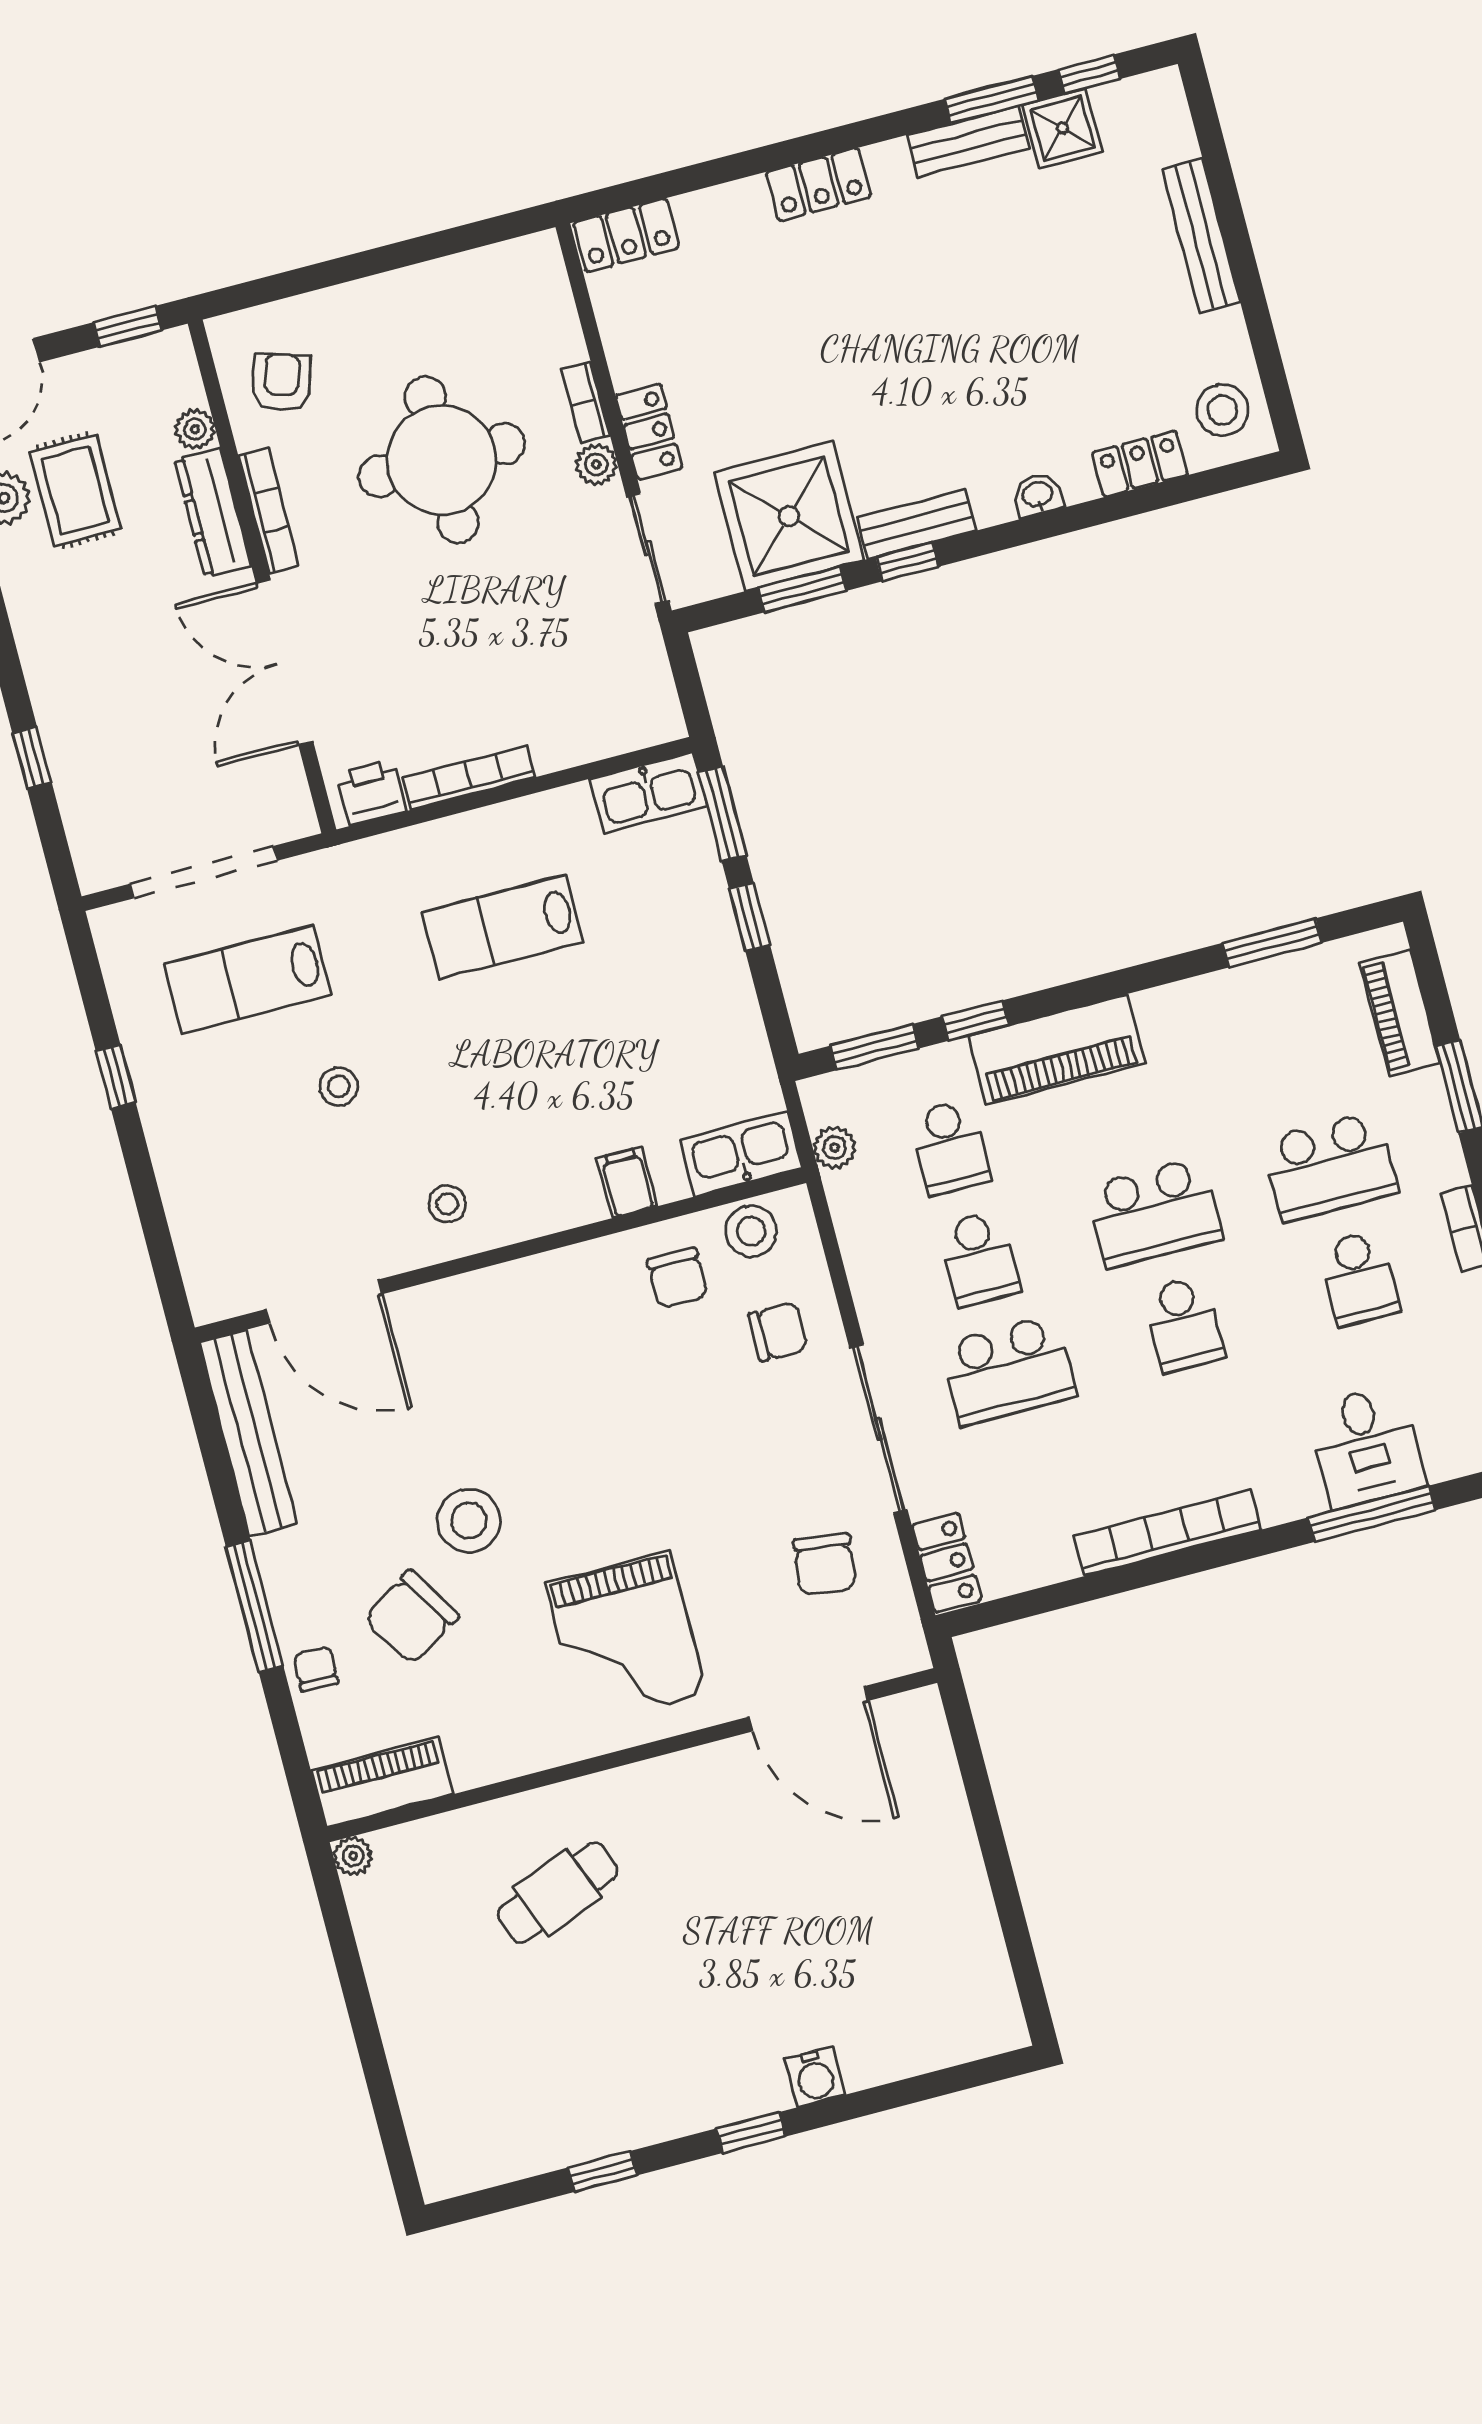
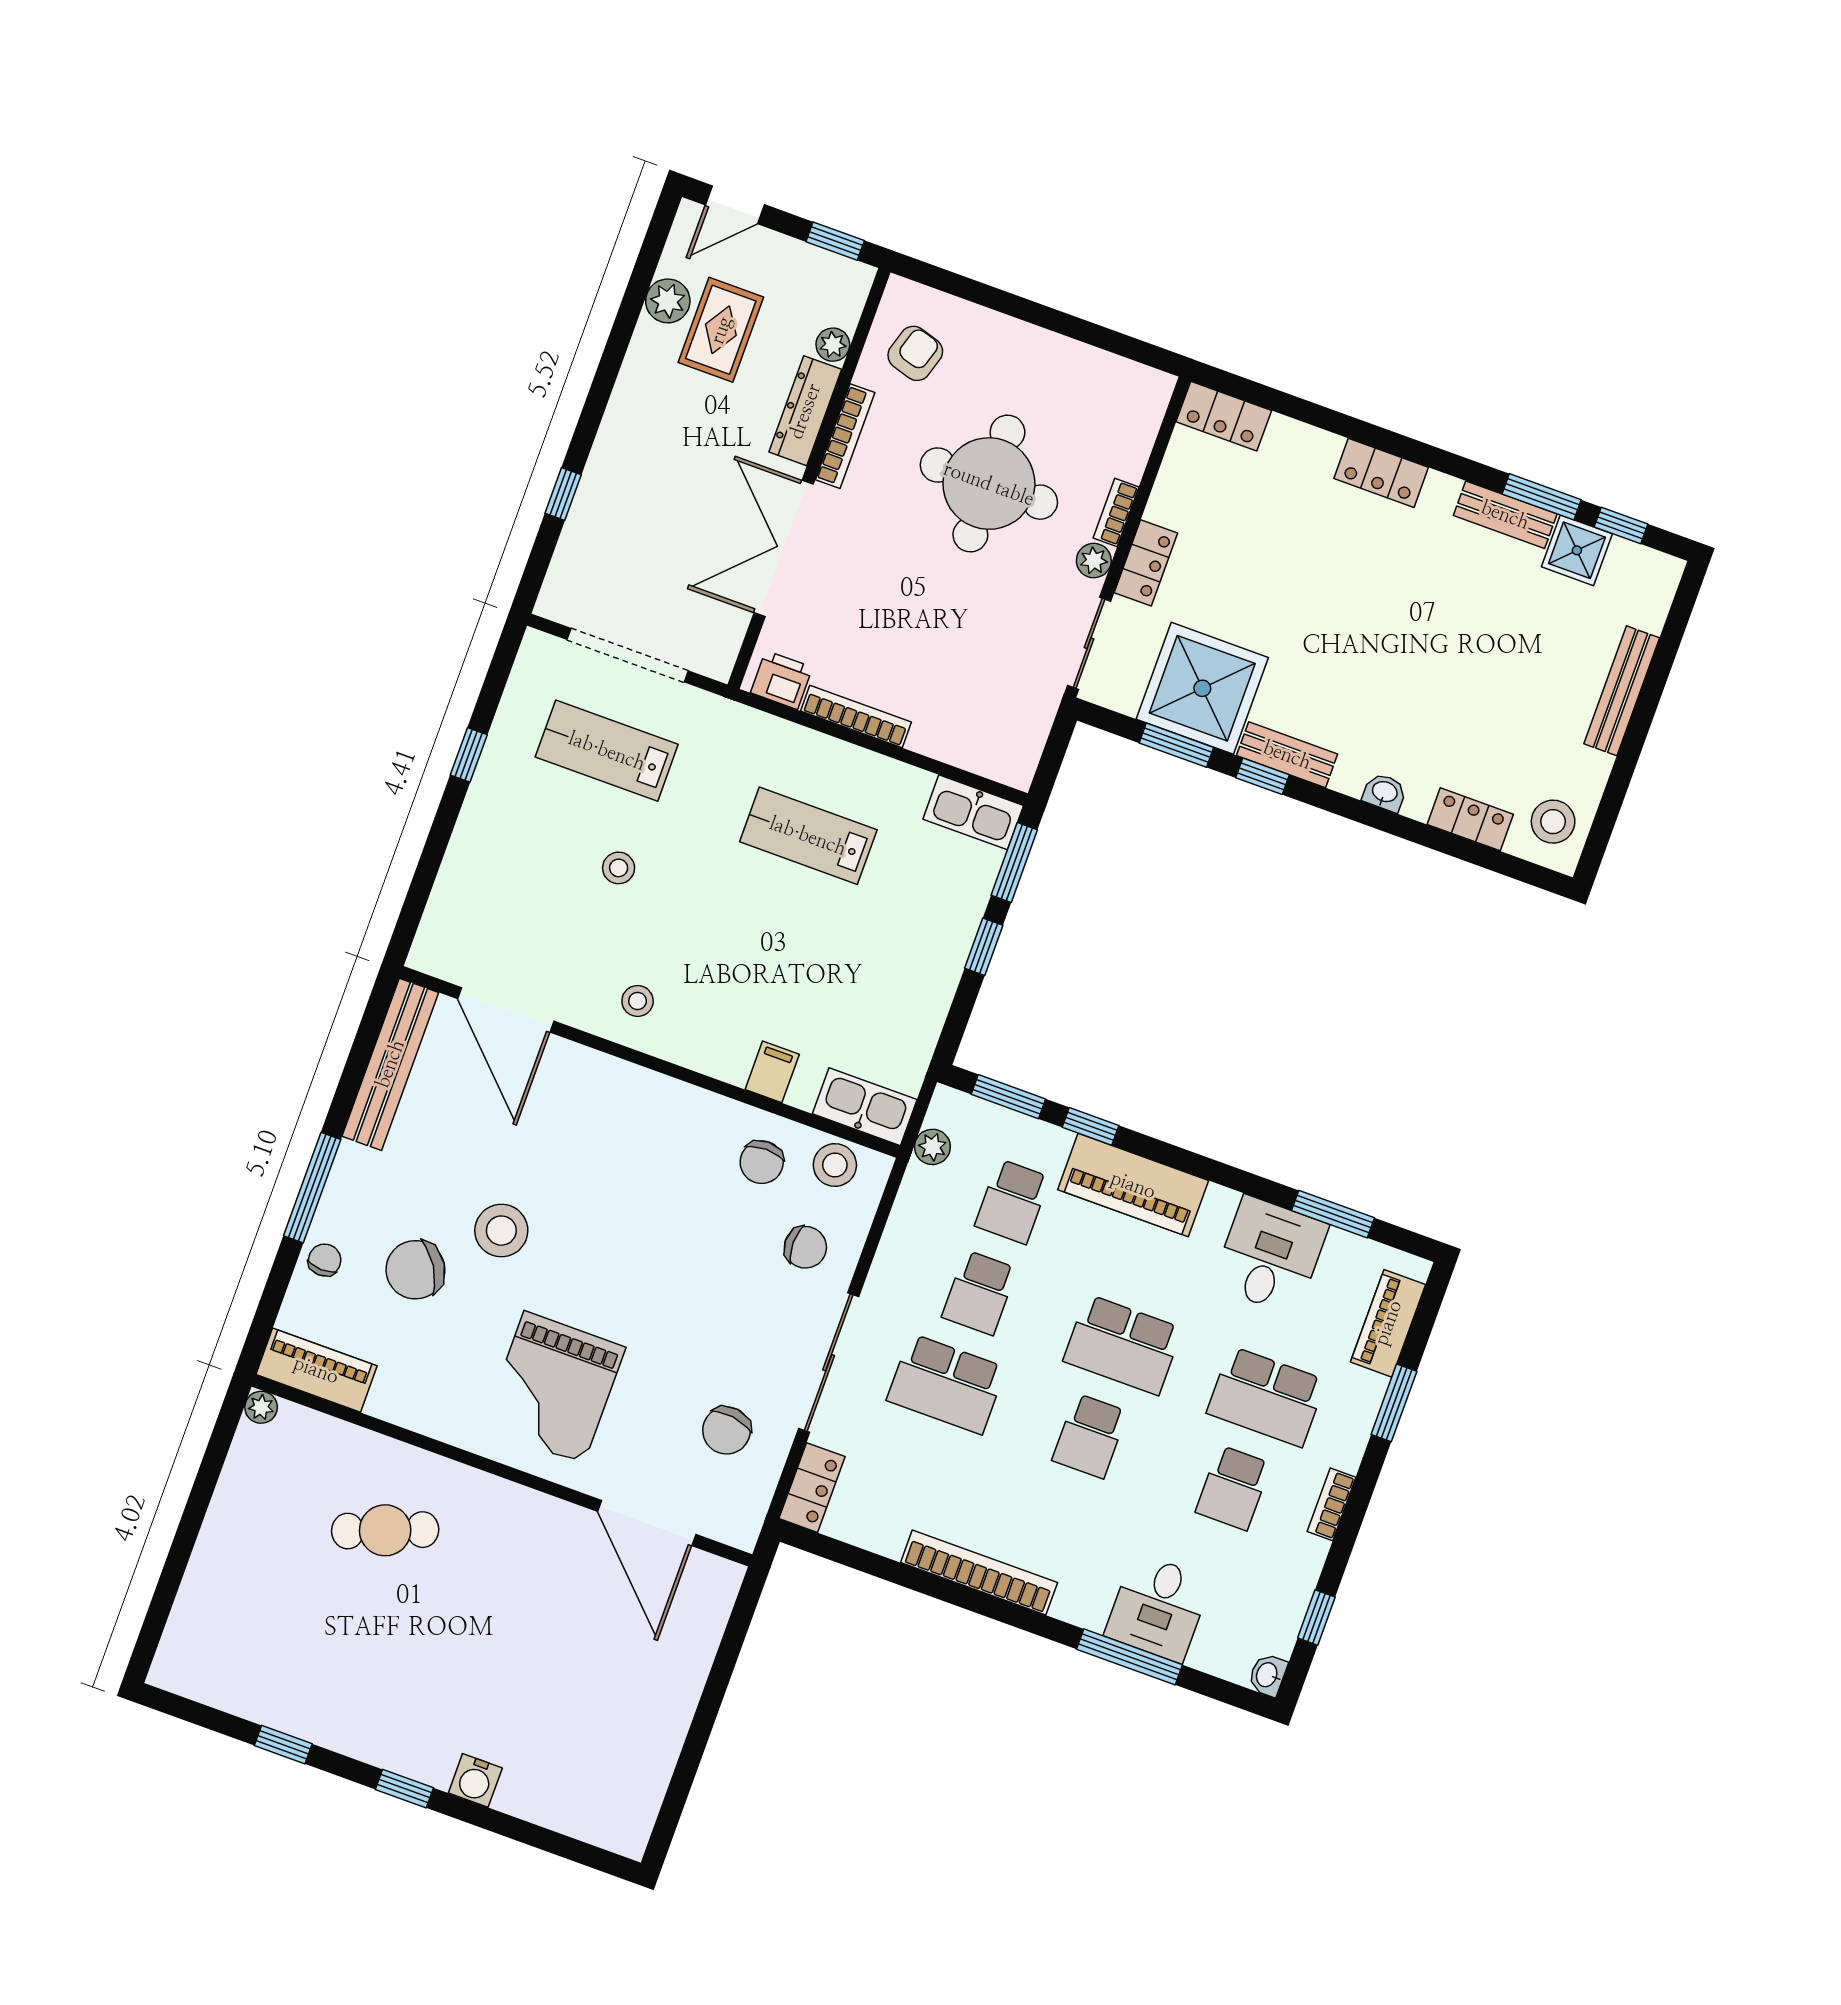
desk: (1238, 1026) -> (1270, 1255), added

